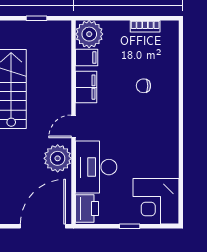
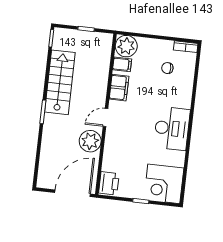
bookcase: (145, 26) -> (186, 47), moved
chair: (143, 86) -> (167, 68), moved
desk: (96, 167) -> (172, 128), moved, turned 180

